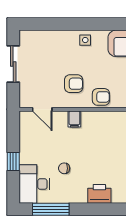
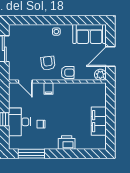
armchair: (74, 84) -> (48, 63), turned -97
desk: (34, 184) -> (19, 122), moved

